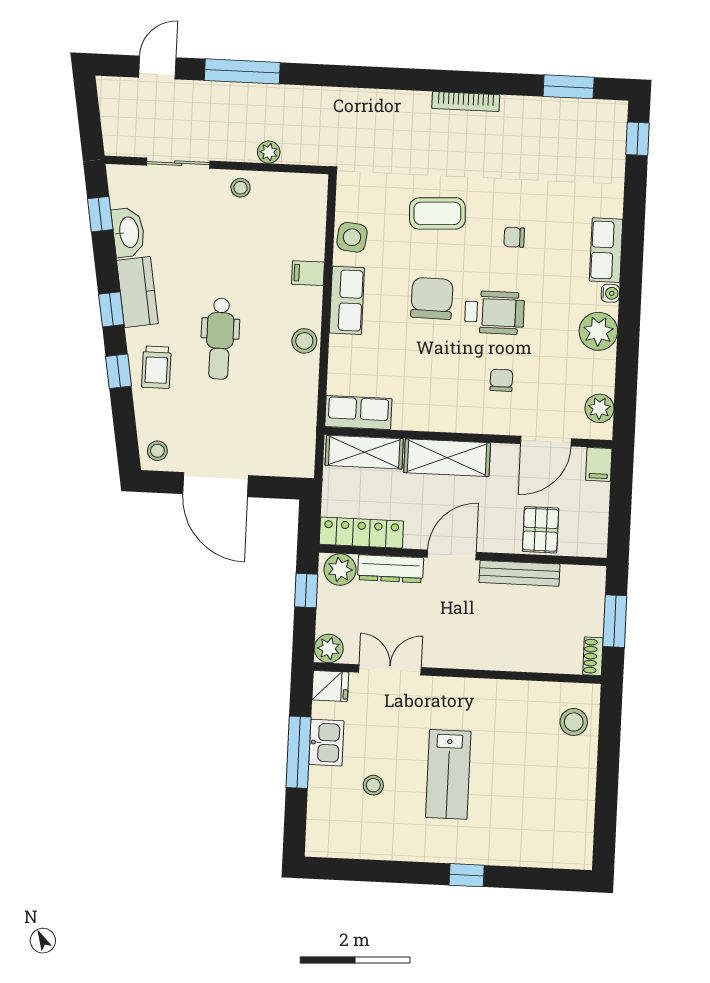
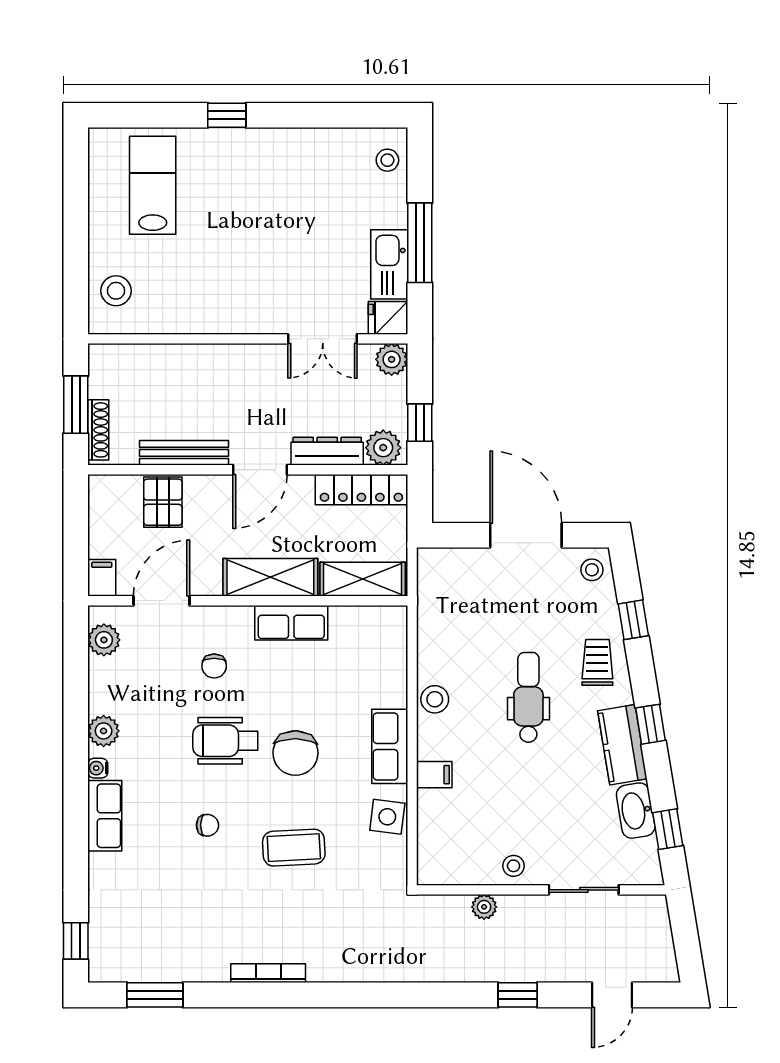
window: (242, 71) -> (518, 995), width x0.46
plant: (598, 331) -> (104, 731), width x0.73, depth x0.73
window: (118, 371) -> (633, 620), moved
row of seats: (358, 413) -> (291, 623), moved
shoe rack: (593, 656) -> (98, 430), moved, width x1.43
kitchen sink: (326, 743) -> (389, 264), width x1.38
lab bench: (448, 774) -> (153, 185), moved
stool: (373, 785) -> (387, 160), moved

